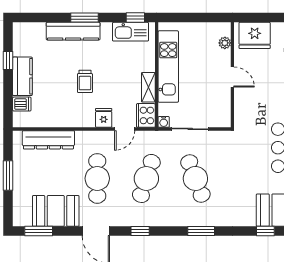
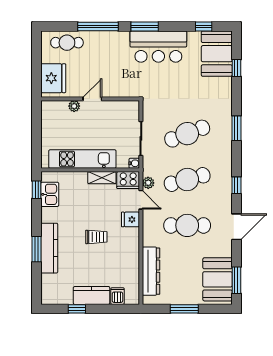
window: (85, 18) -> (37, 249), moved
kitchen sink: (130, 32) -> (50, 194), width x0.73
plant: (225, 43) -> (74, 106), moved
plant: (143, 137) -> (148, 183), added
cafe table: (146, 178) -> (187, 180), turned -33
booth: (56, 211) -> (218, 279), moved

